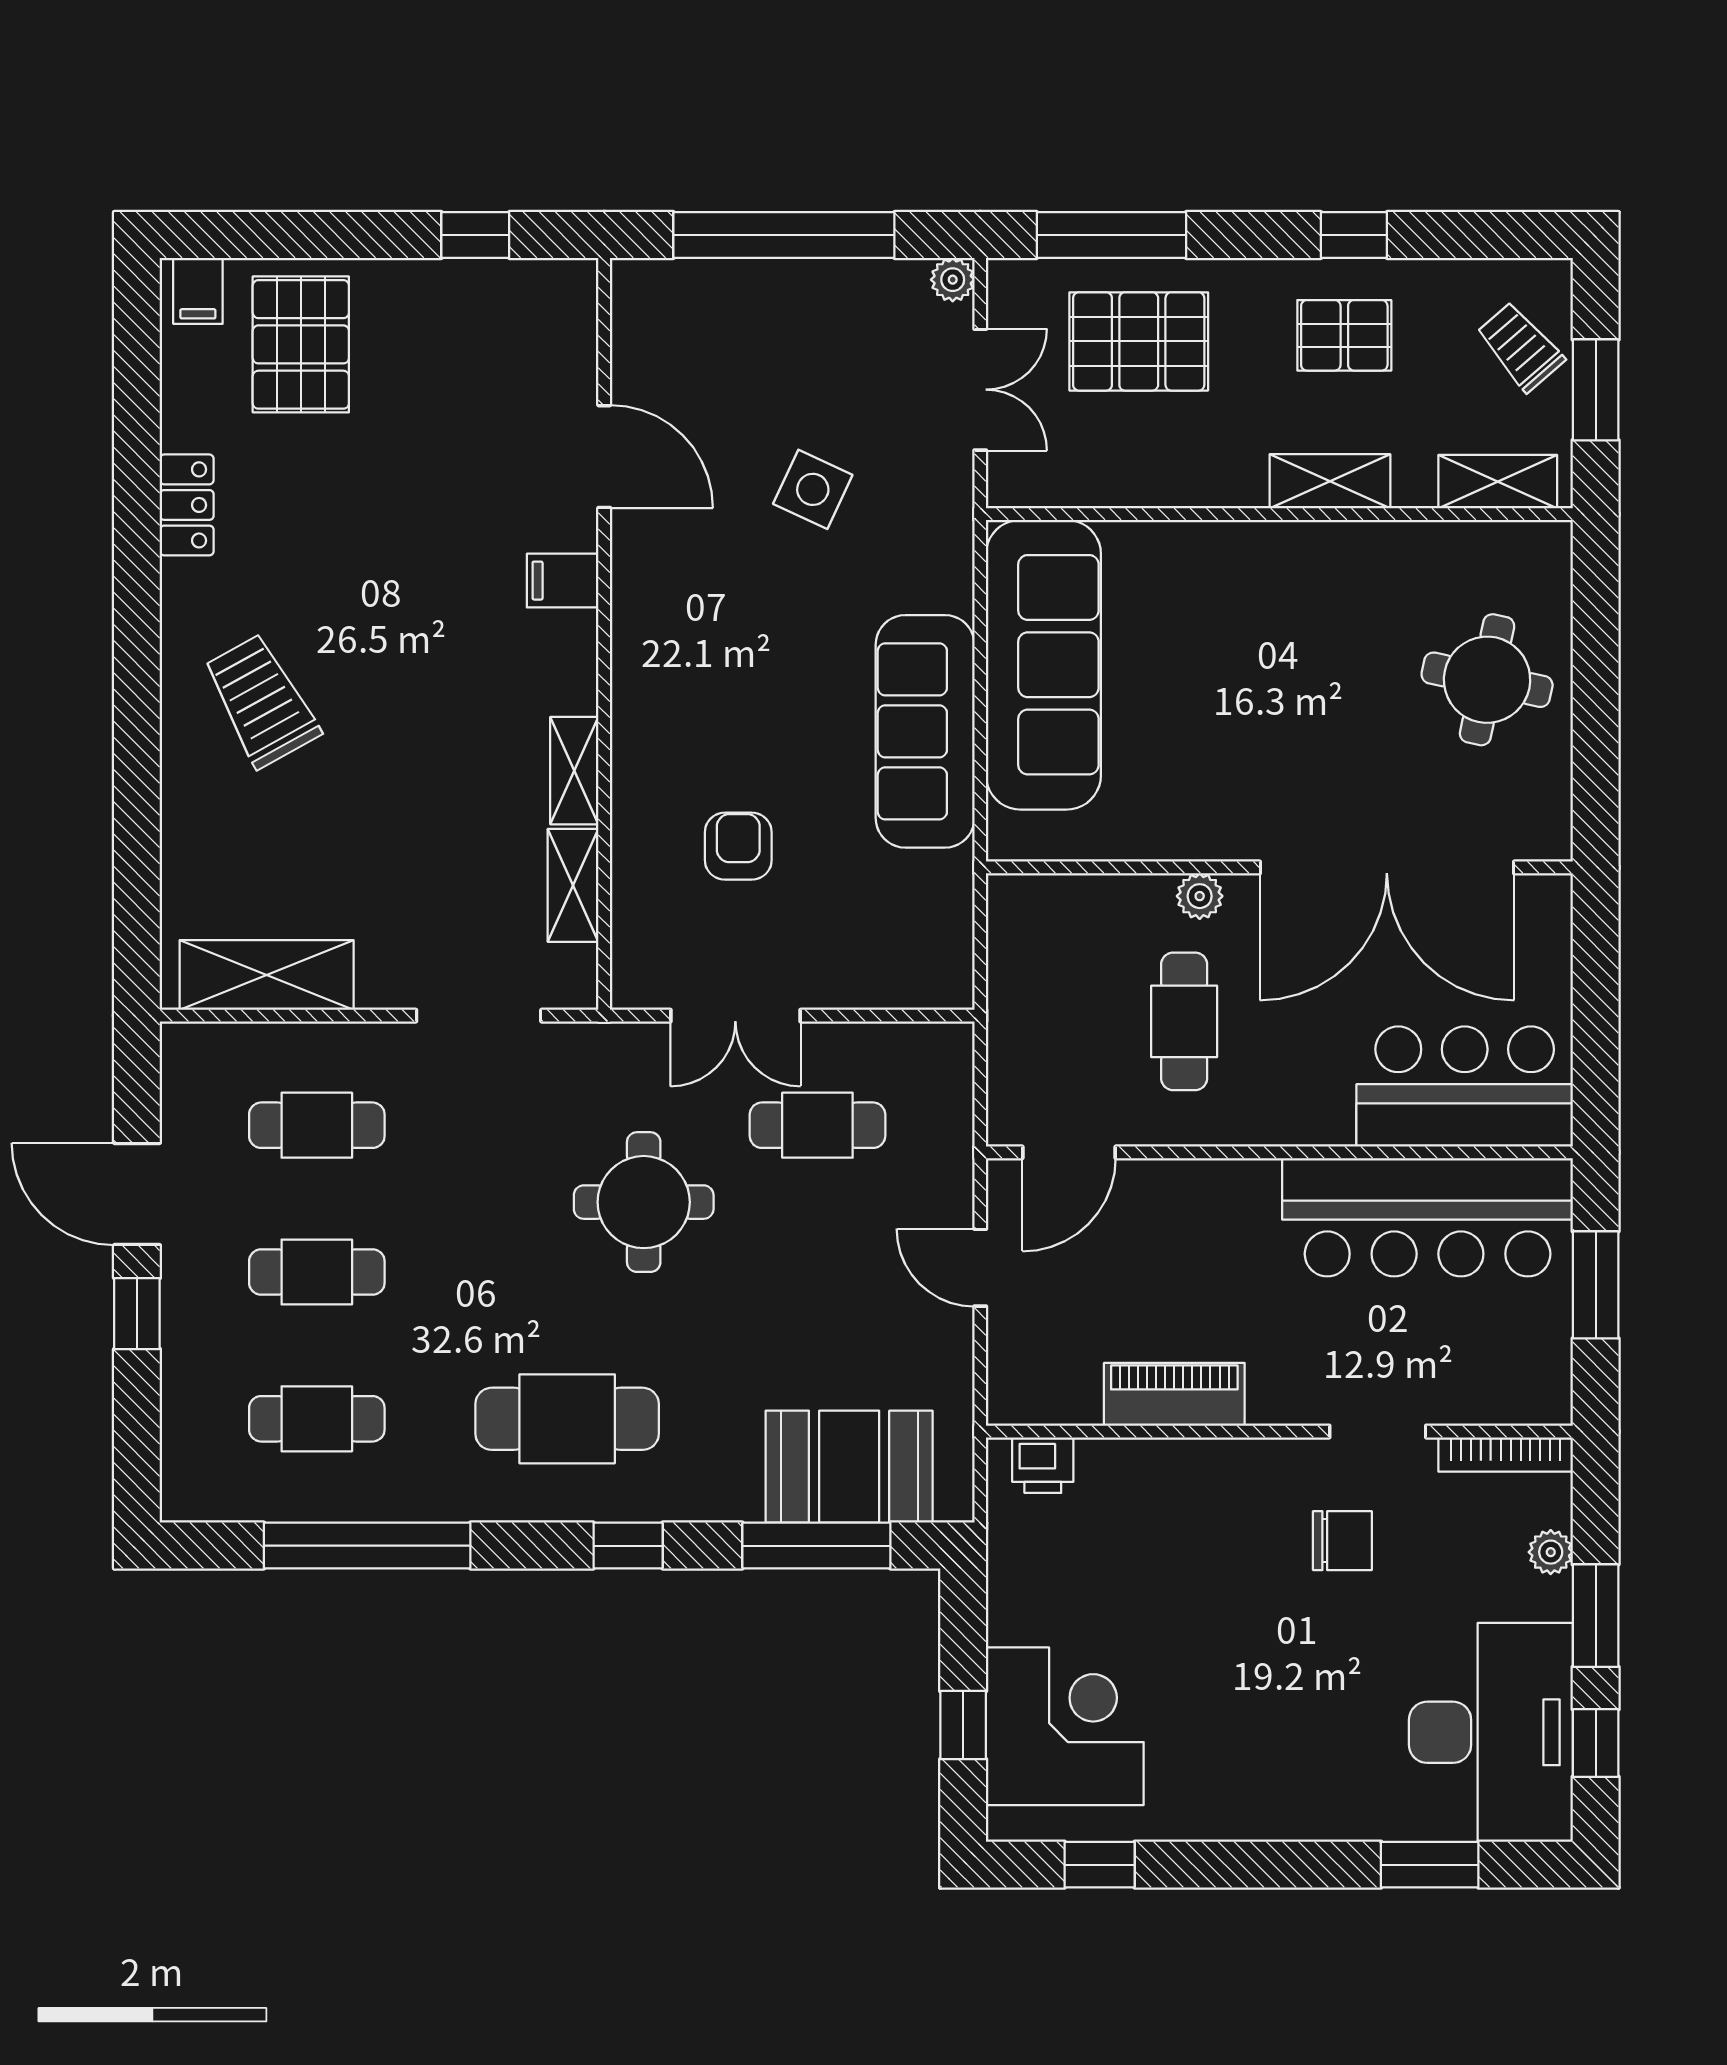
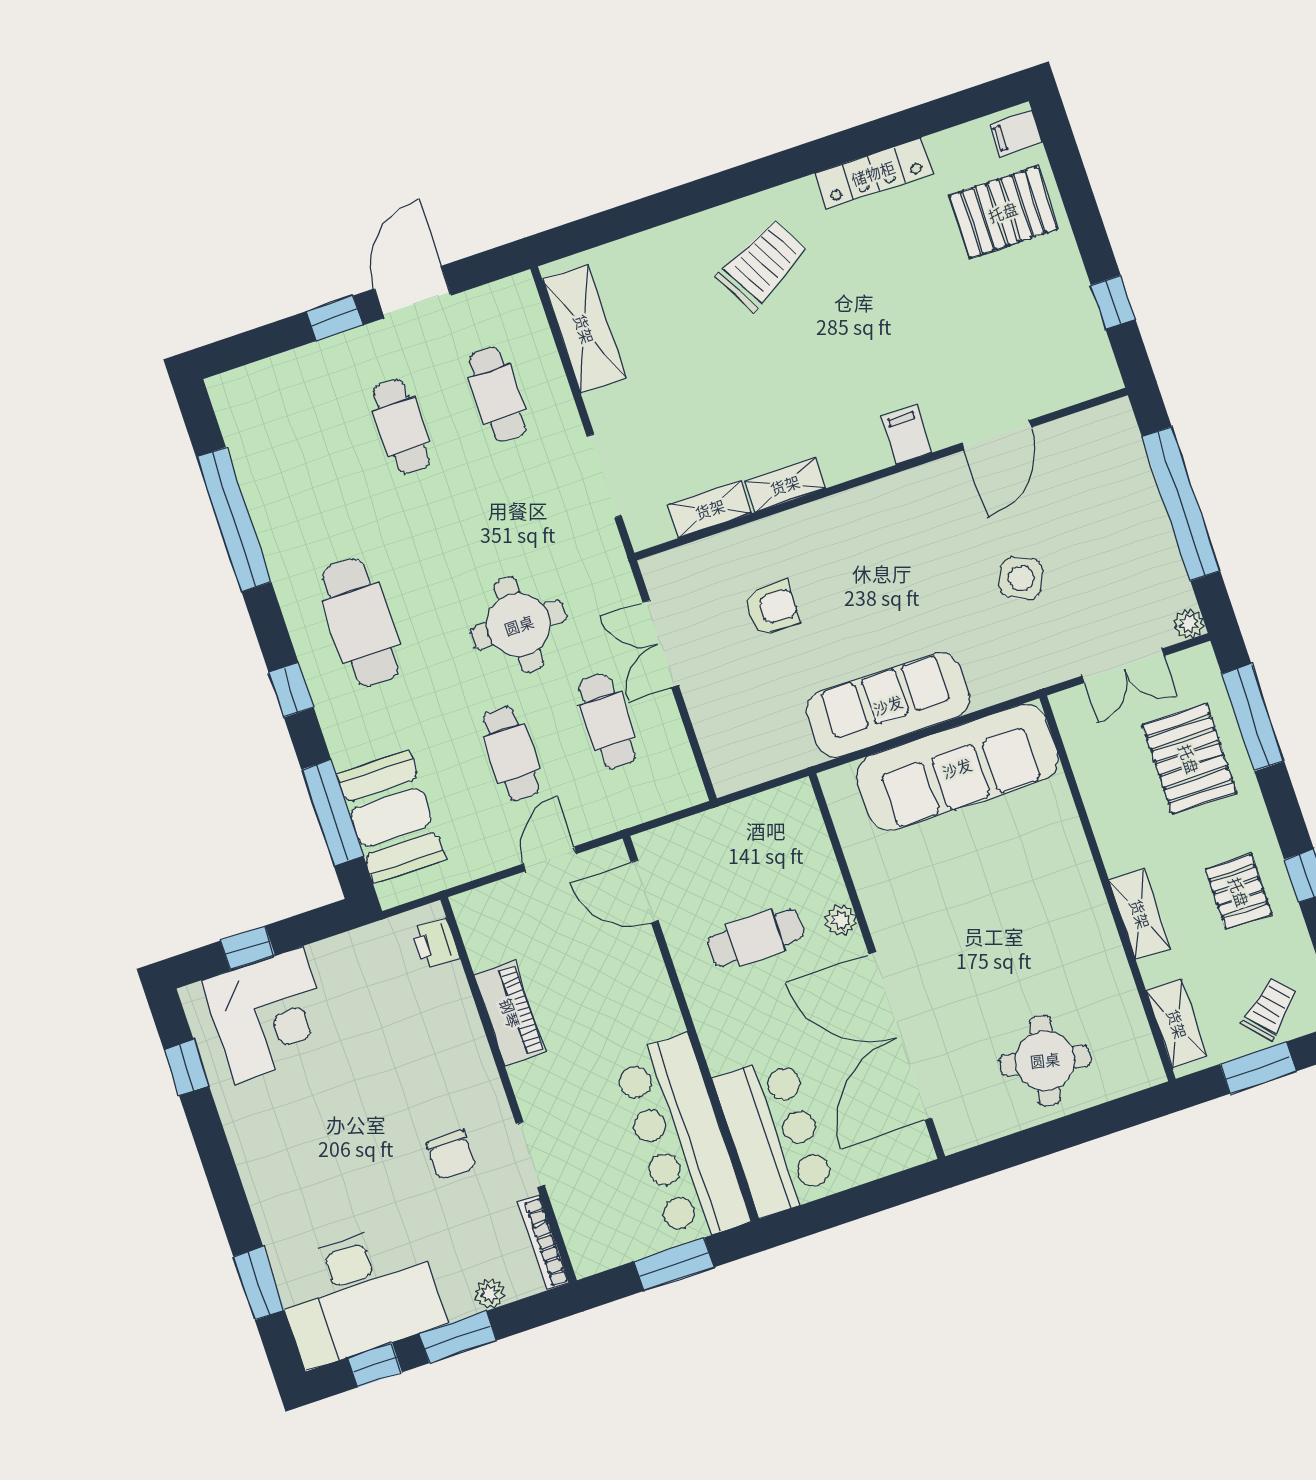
locker: (187, 505) -> (873, 173), width x1.53
cafe table: (317, 1419) -> (511, 753), moved

